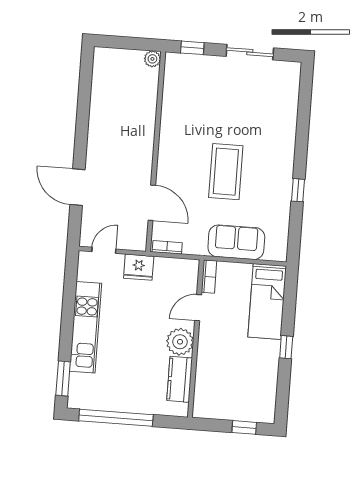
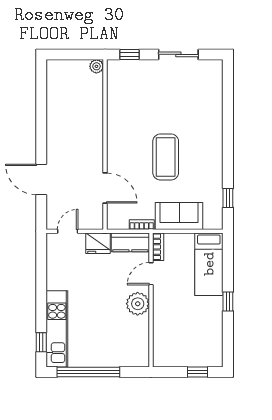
window: (298, 190) -> (228, 198), moved
bookcase: (167, 247) -> (142, 225), moved
kitchen unit: (85, 327) -> (57, 329), moved
window: (63, 378) -> (41, 342), width x0.67
kitchen counter: (180, 379) -> (130, 242), moved, turned -90

